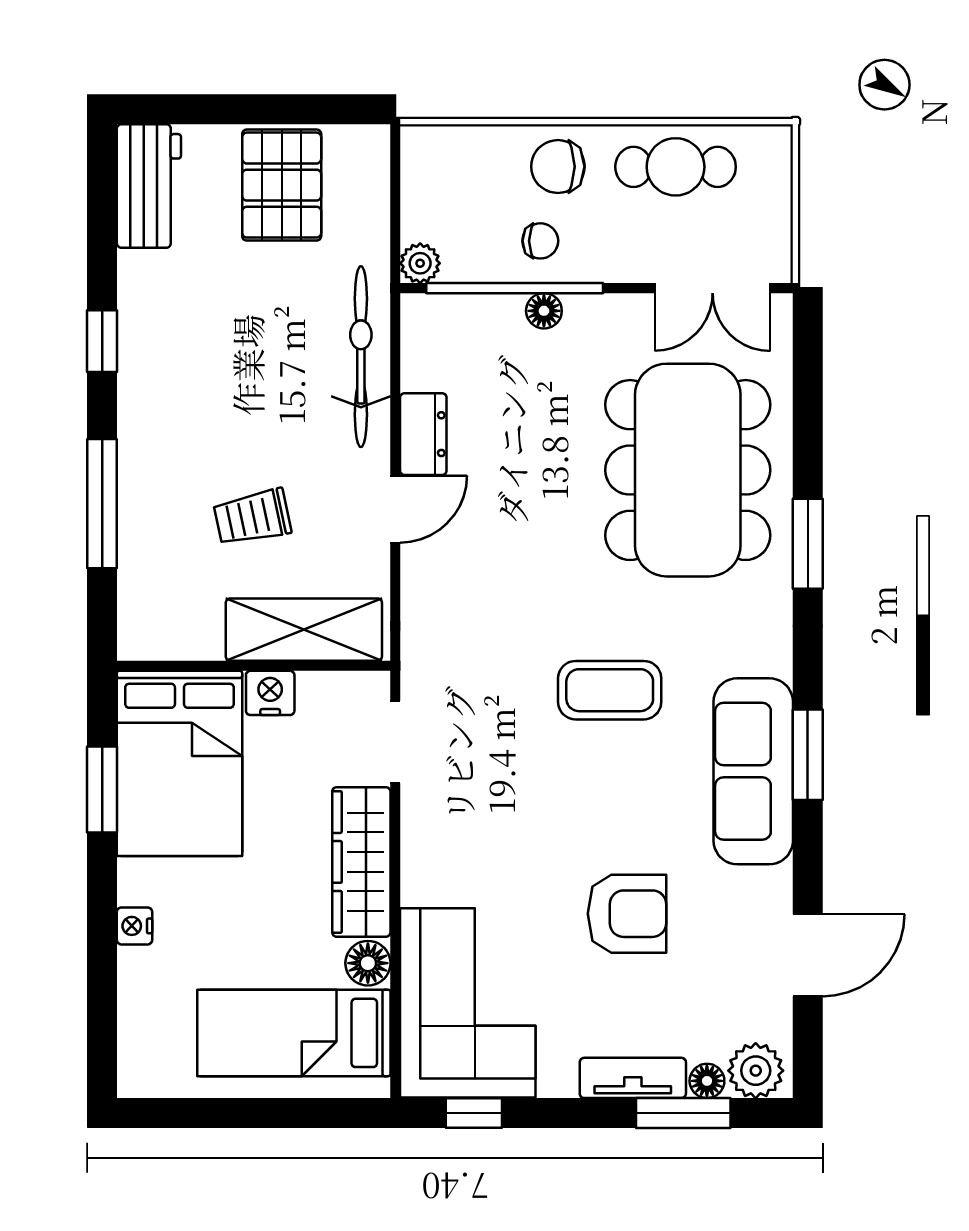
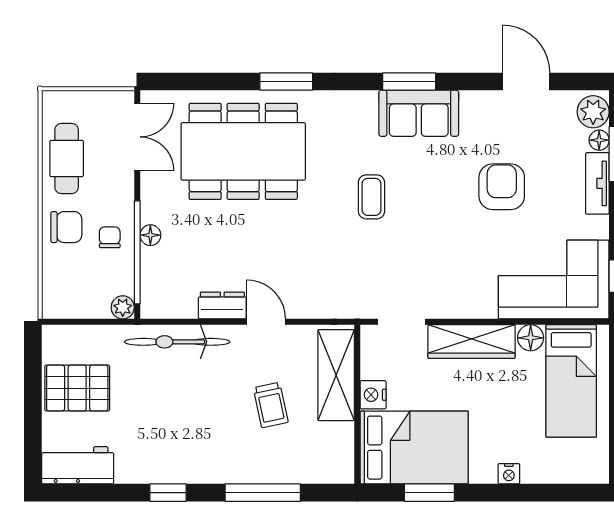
chair: (558, 167) -> (66, 227), turned -90
coffee table: (610, 690) -> (371, 197), width x0.73, depth x0.77
sofa: (753, 771) -> (419, 113), width x0.73

